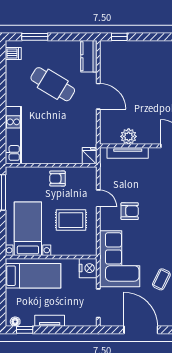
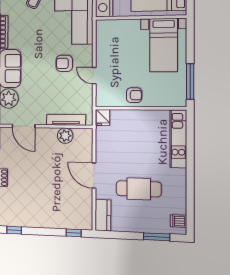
cafe table: (53, 84) -> (139, 189), turned -31
rug: (71, 220) -> (121, 54), removed

